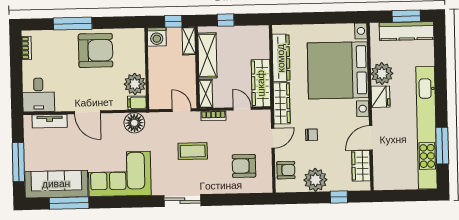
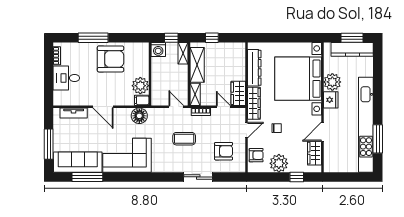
wardrobe: (261, 83) -> (238, 93), width x0.67
desk: (38, 95) -> (66, 78), moved, turned 90
armchair: (244, 166) -> (224, 151), turned 180
sliding door: (182, 201) -> (198, 177), moved

